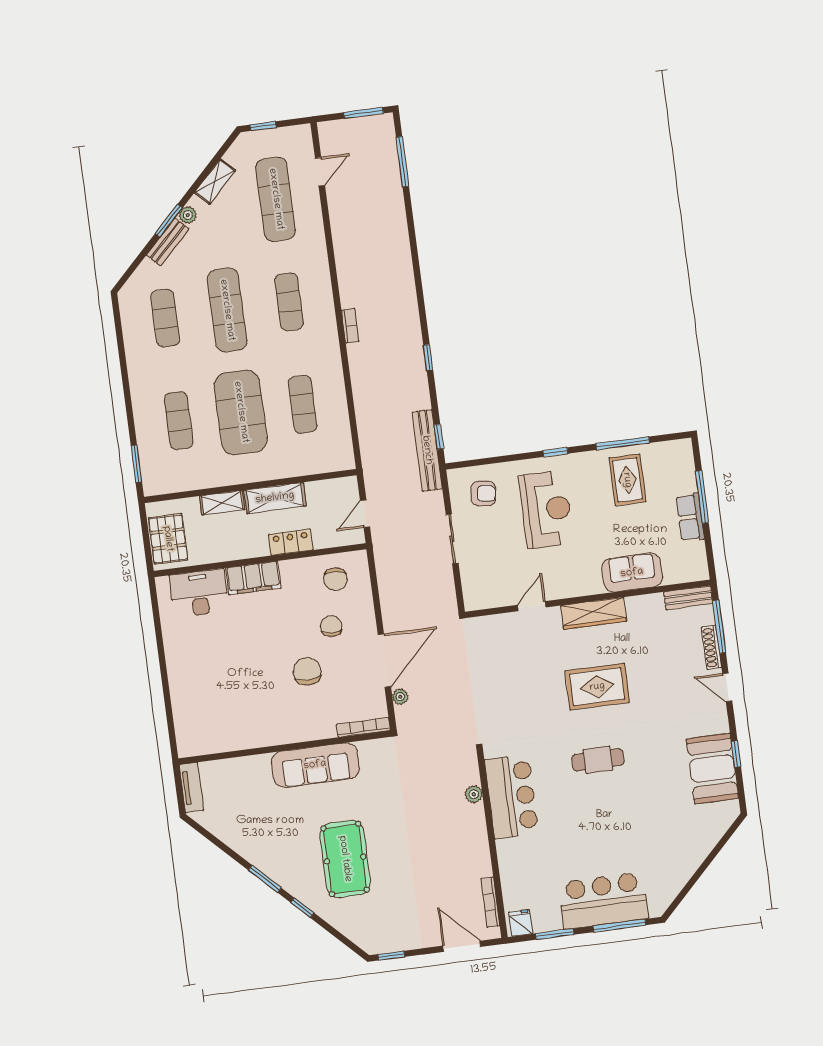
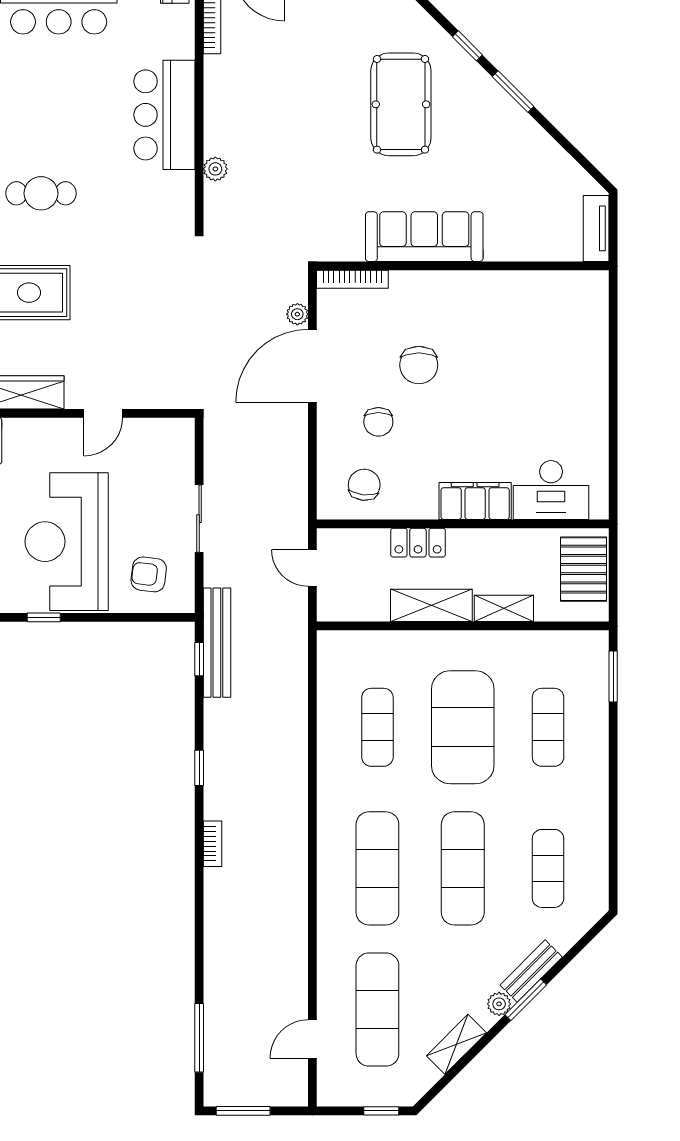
exercise mat: (289, 302) -> (377, 868), width x1.36, depth x1.45
bookcase: (350, 326) -> (212, 844), moved, turned 180
reception desk: (546, 509) -> (67, 542), width x1.36, depth x1.30
door: (365, 514) -> (312, 568), swing flipped
bar counter: (512, 796) -> (164, 115), moved

